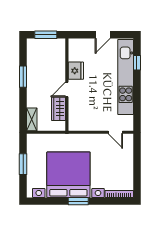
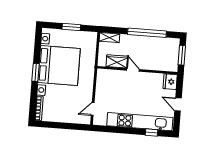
fridge: (76, 71) -> (170, 82), moved, turned 90
window: (23, 77) -> (147, 33), width x2.11

